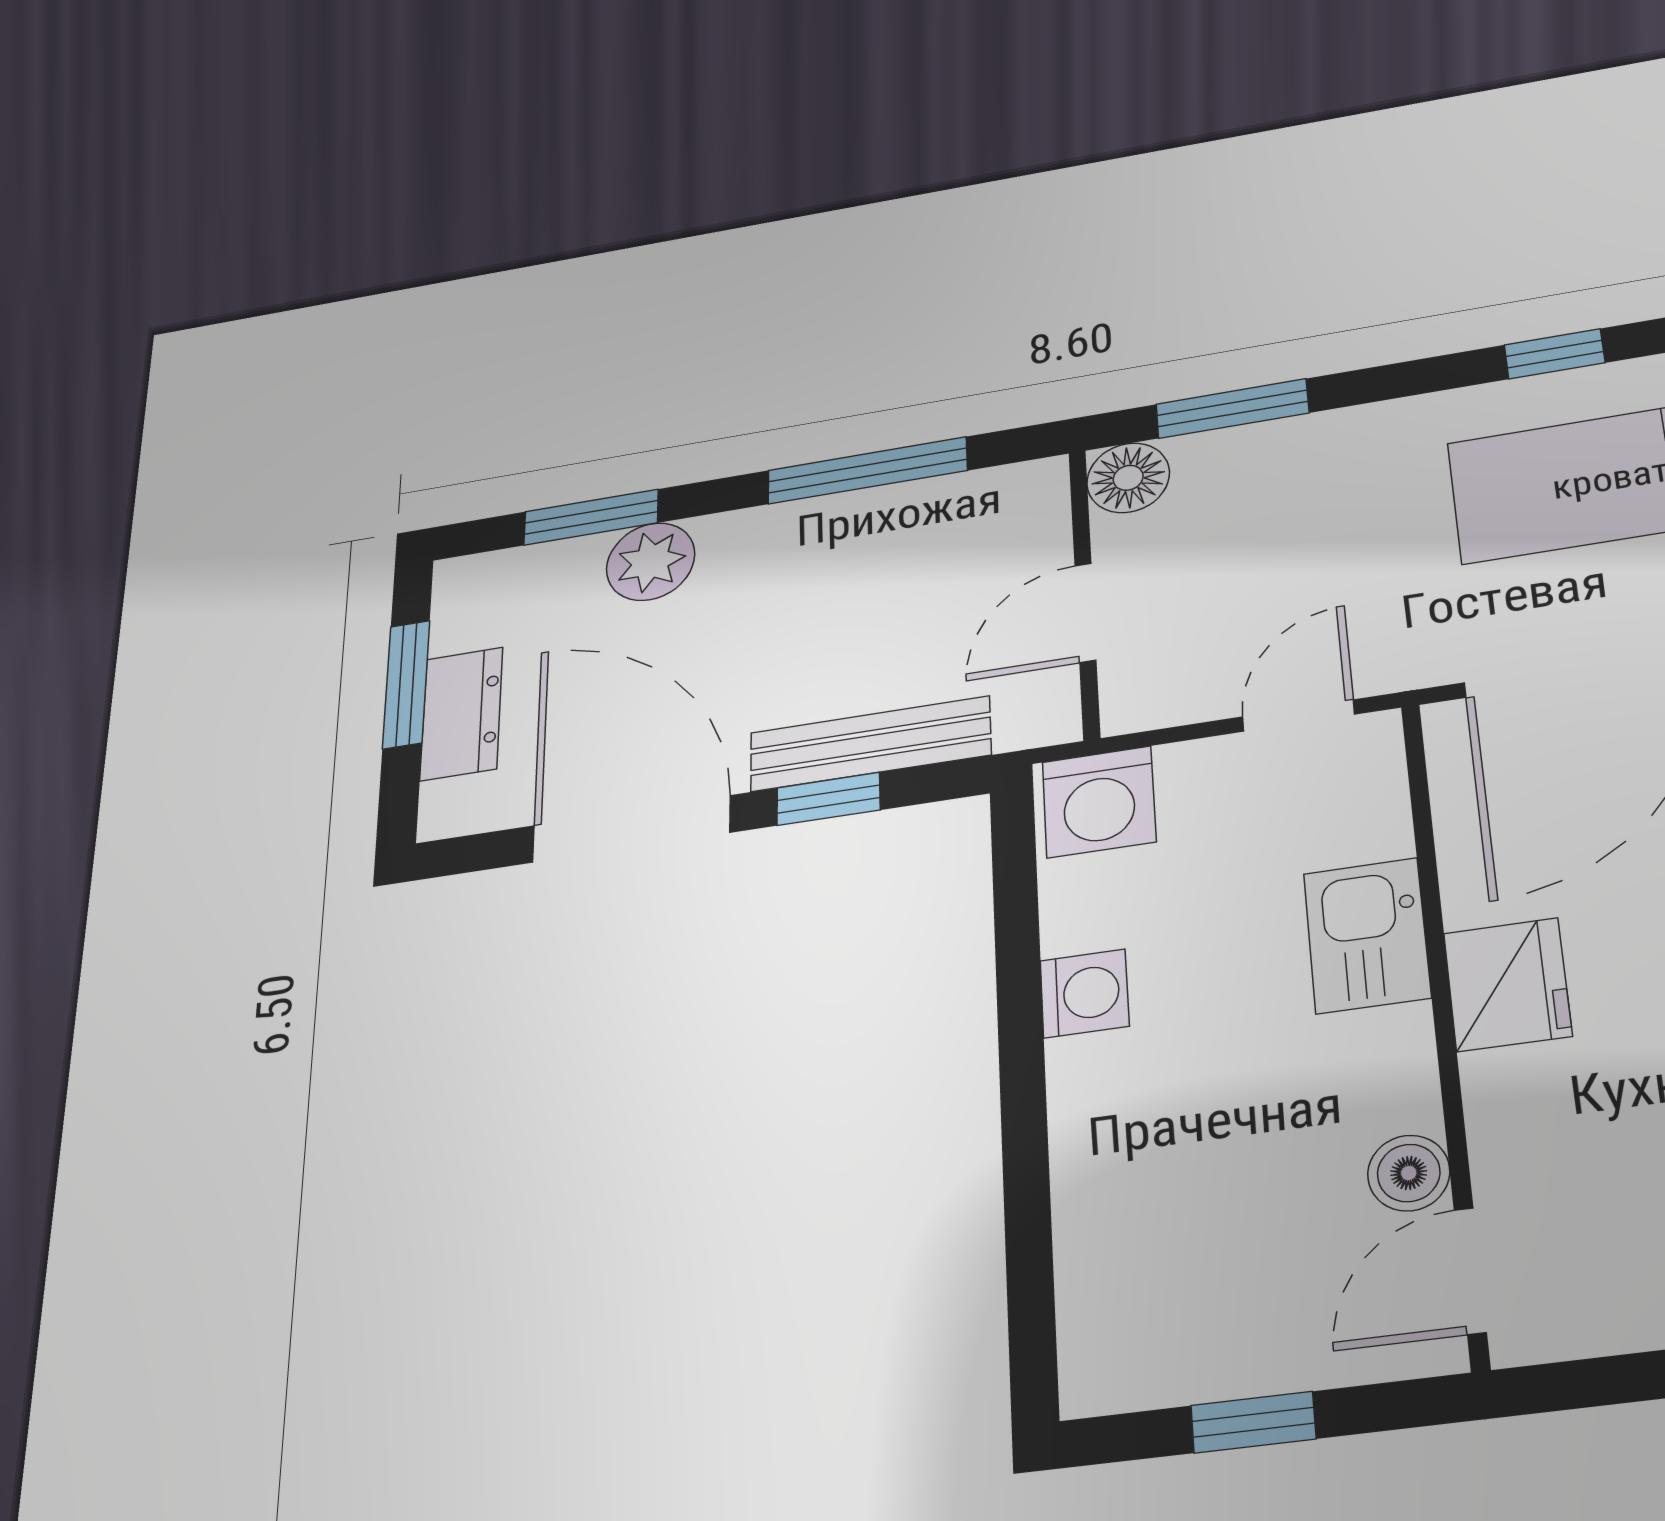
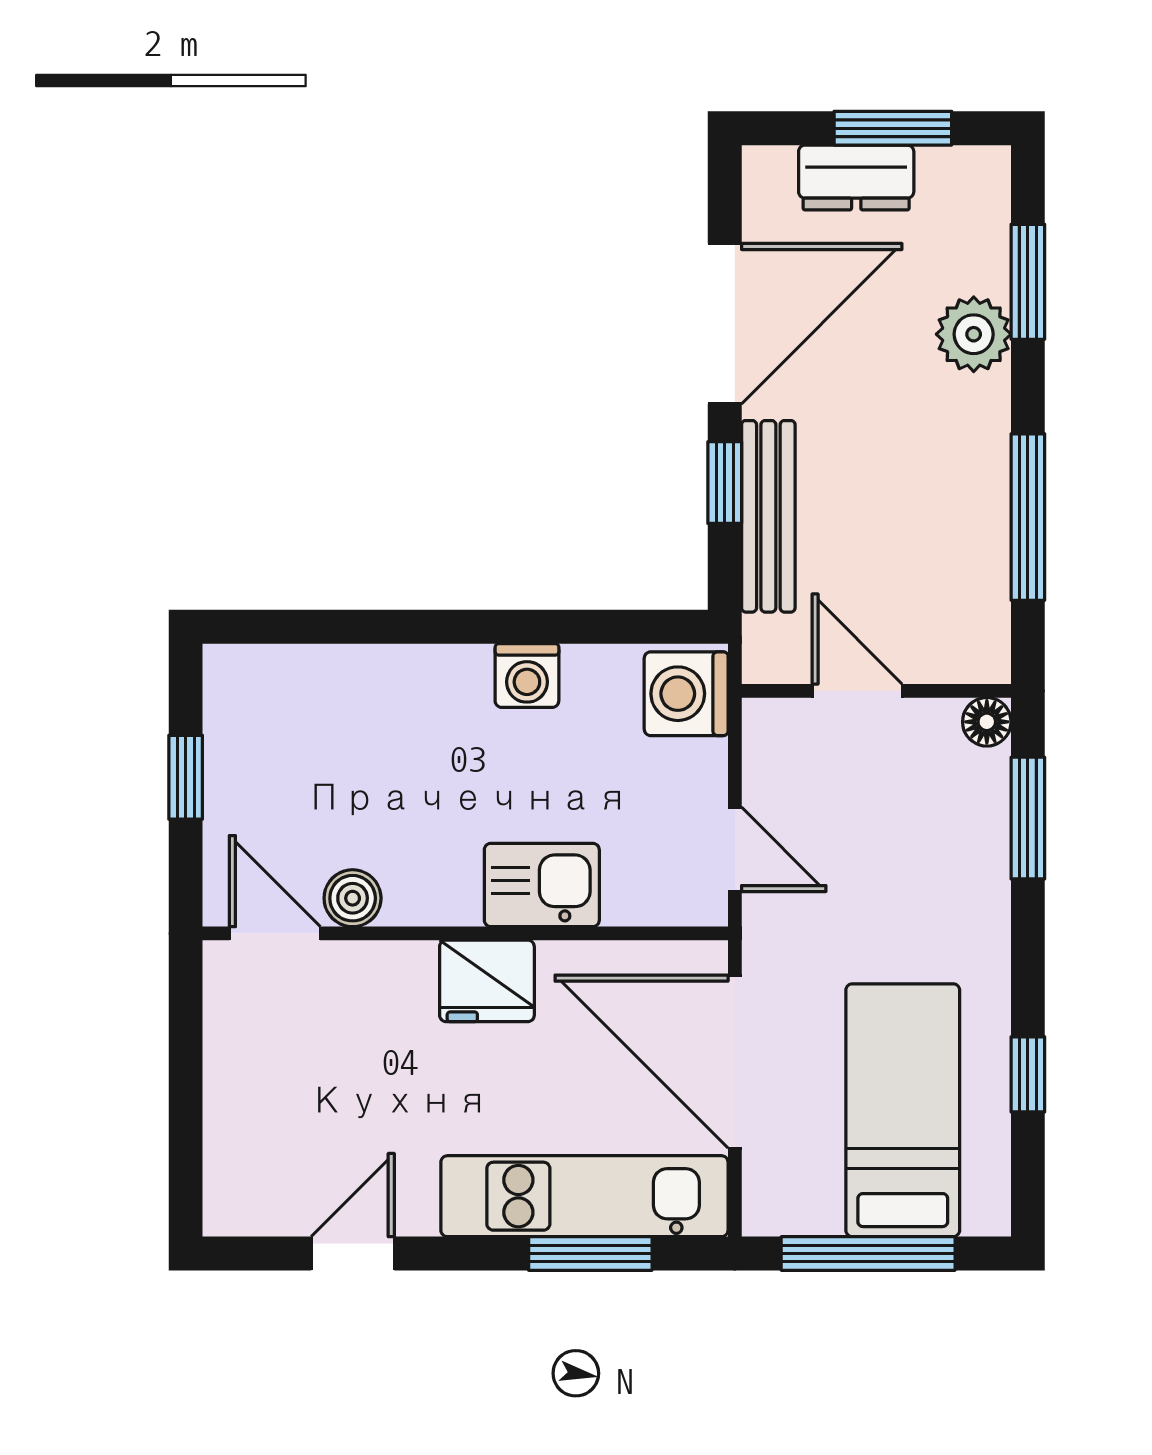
floor lamp: (1128, 478) -> (987, 722), width x0.73, depth x0.73

